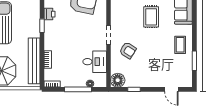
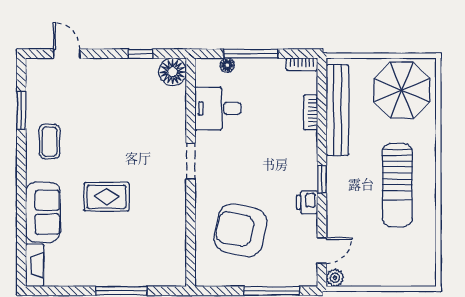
rug: (151, 17) -> (107, 197), turned 90
armchair: (128, 50) -> (153, 131), removed

